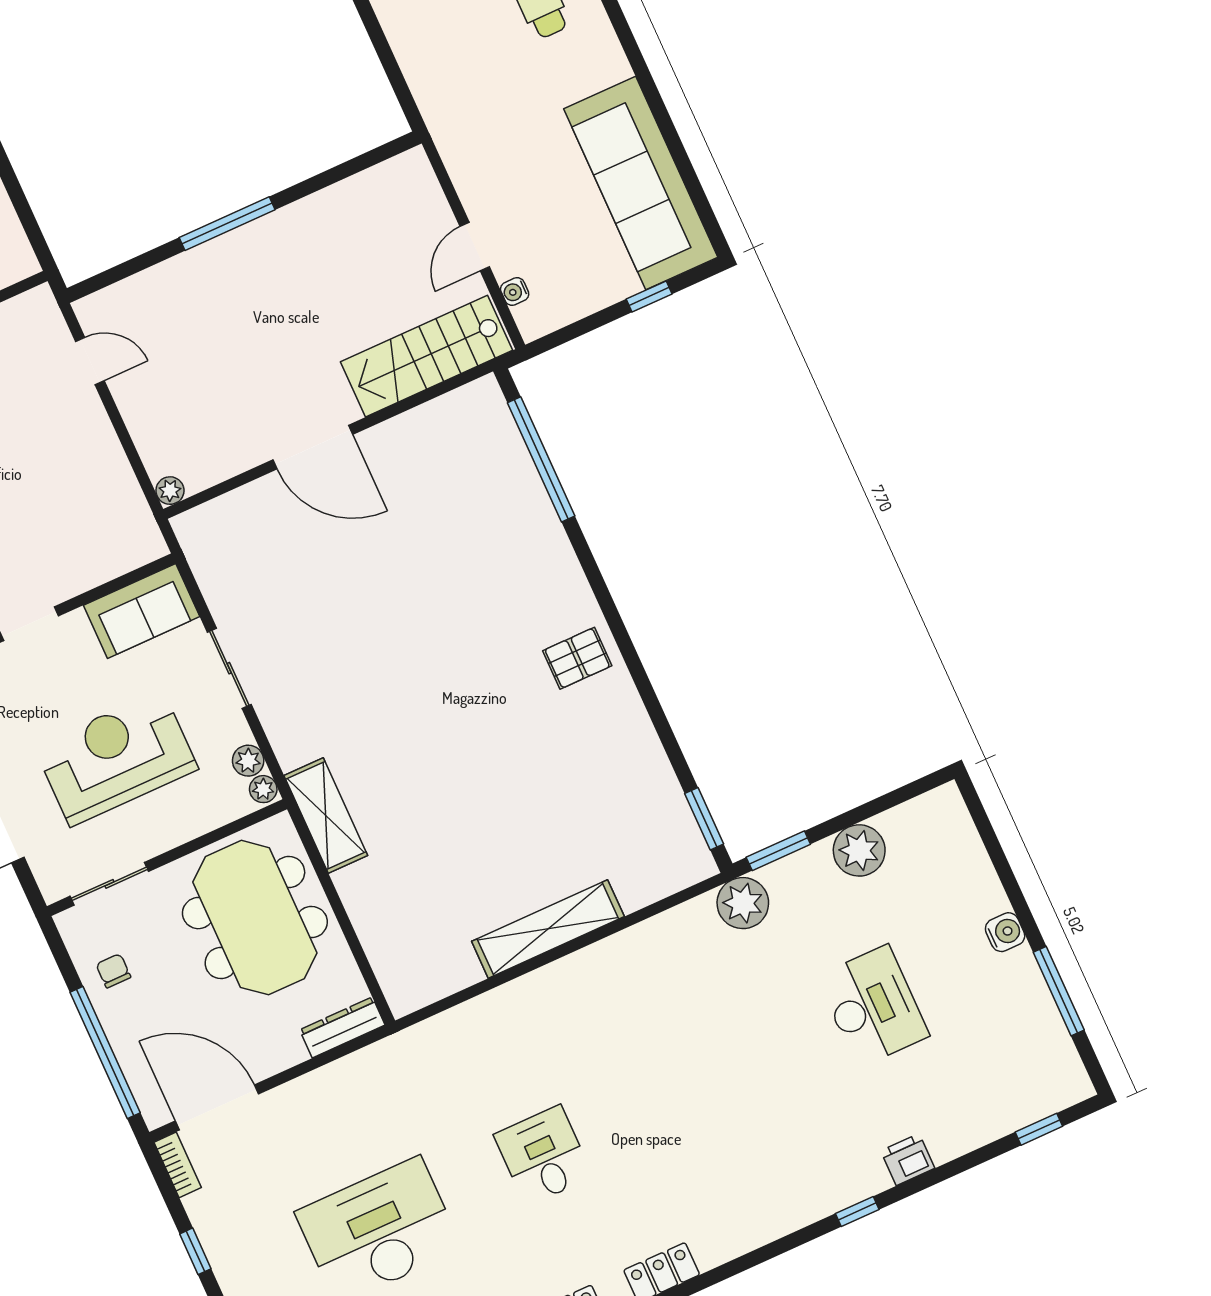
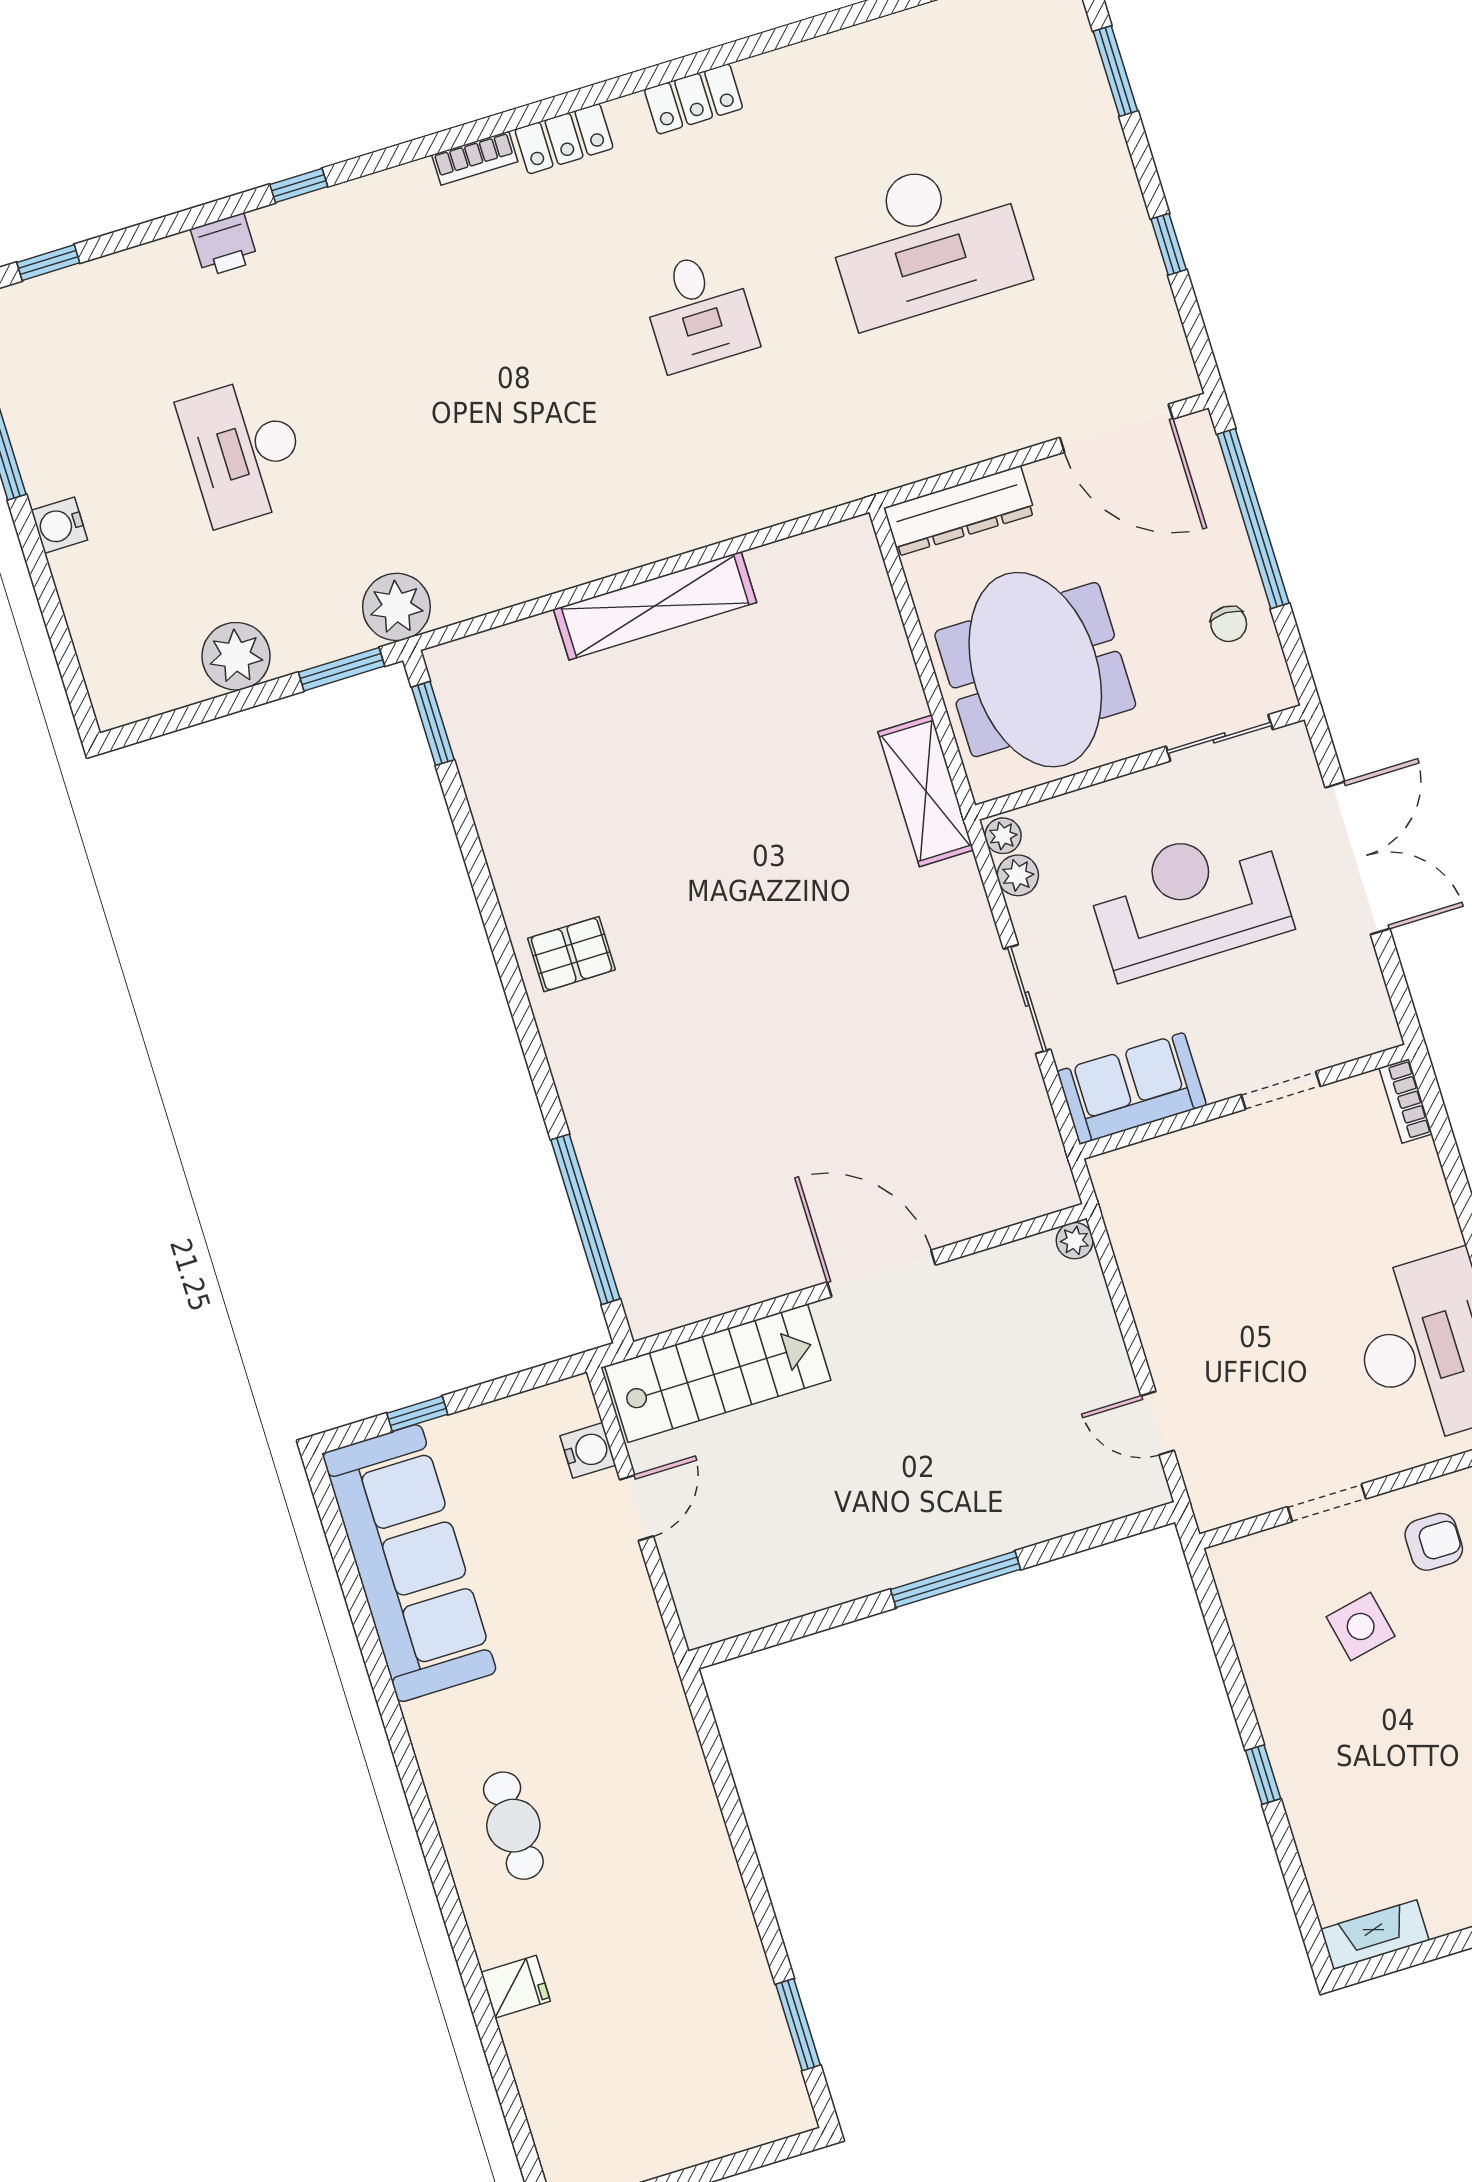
water cooler: (515, 292) -> (588, 1450), width x1.38, depth x1.38
reception desk: (116, 758) -> (1189, 901), turned 180
dresser: (342, 1027) -> (959, 511), width x1.37, depth x1.24
bookcase: (178, 1165) -> (475, 158), moved, turned -90

